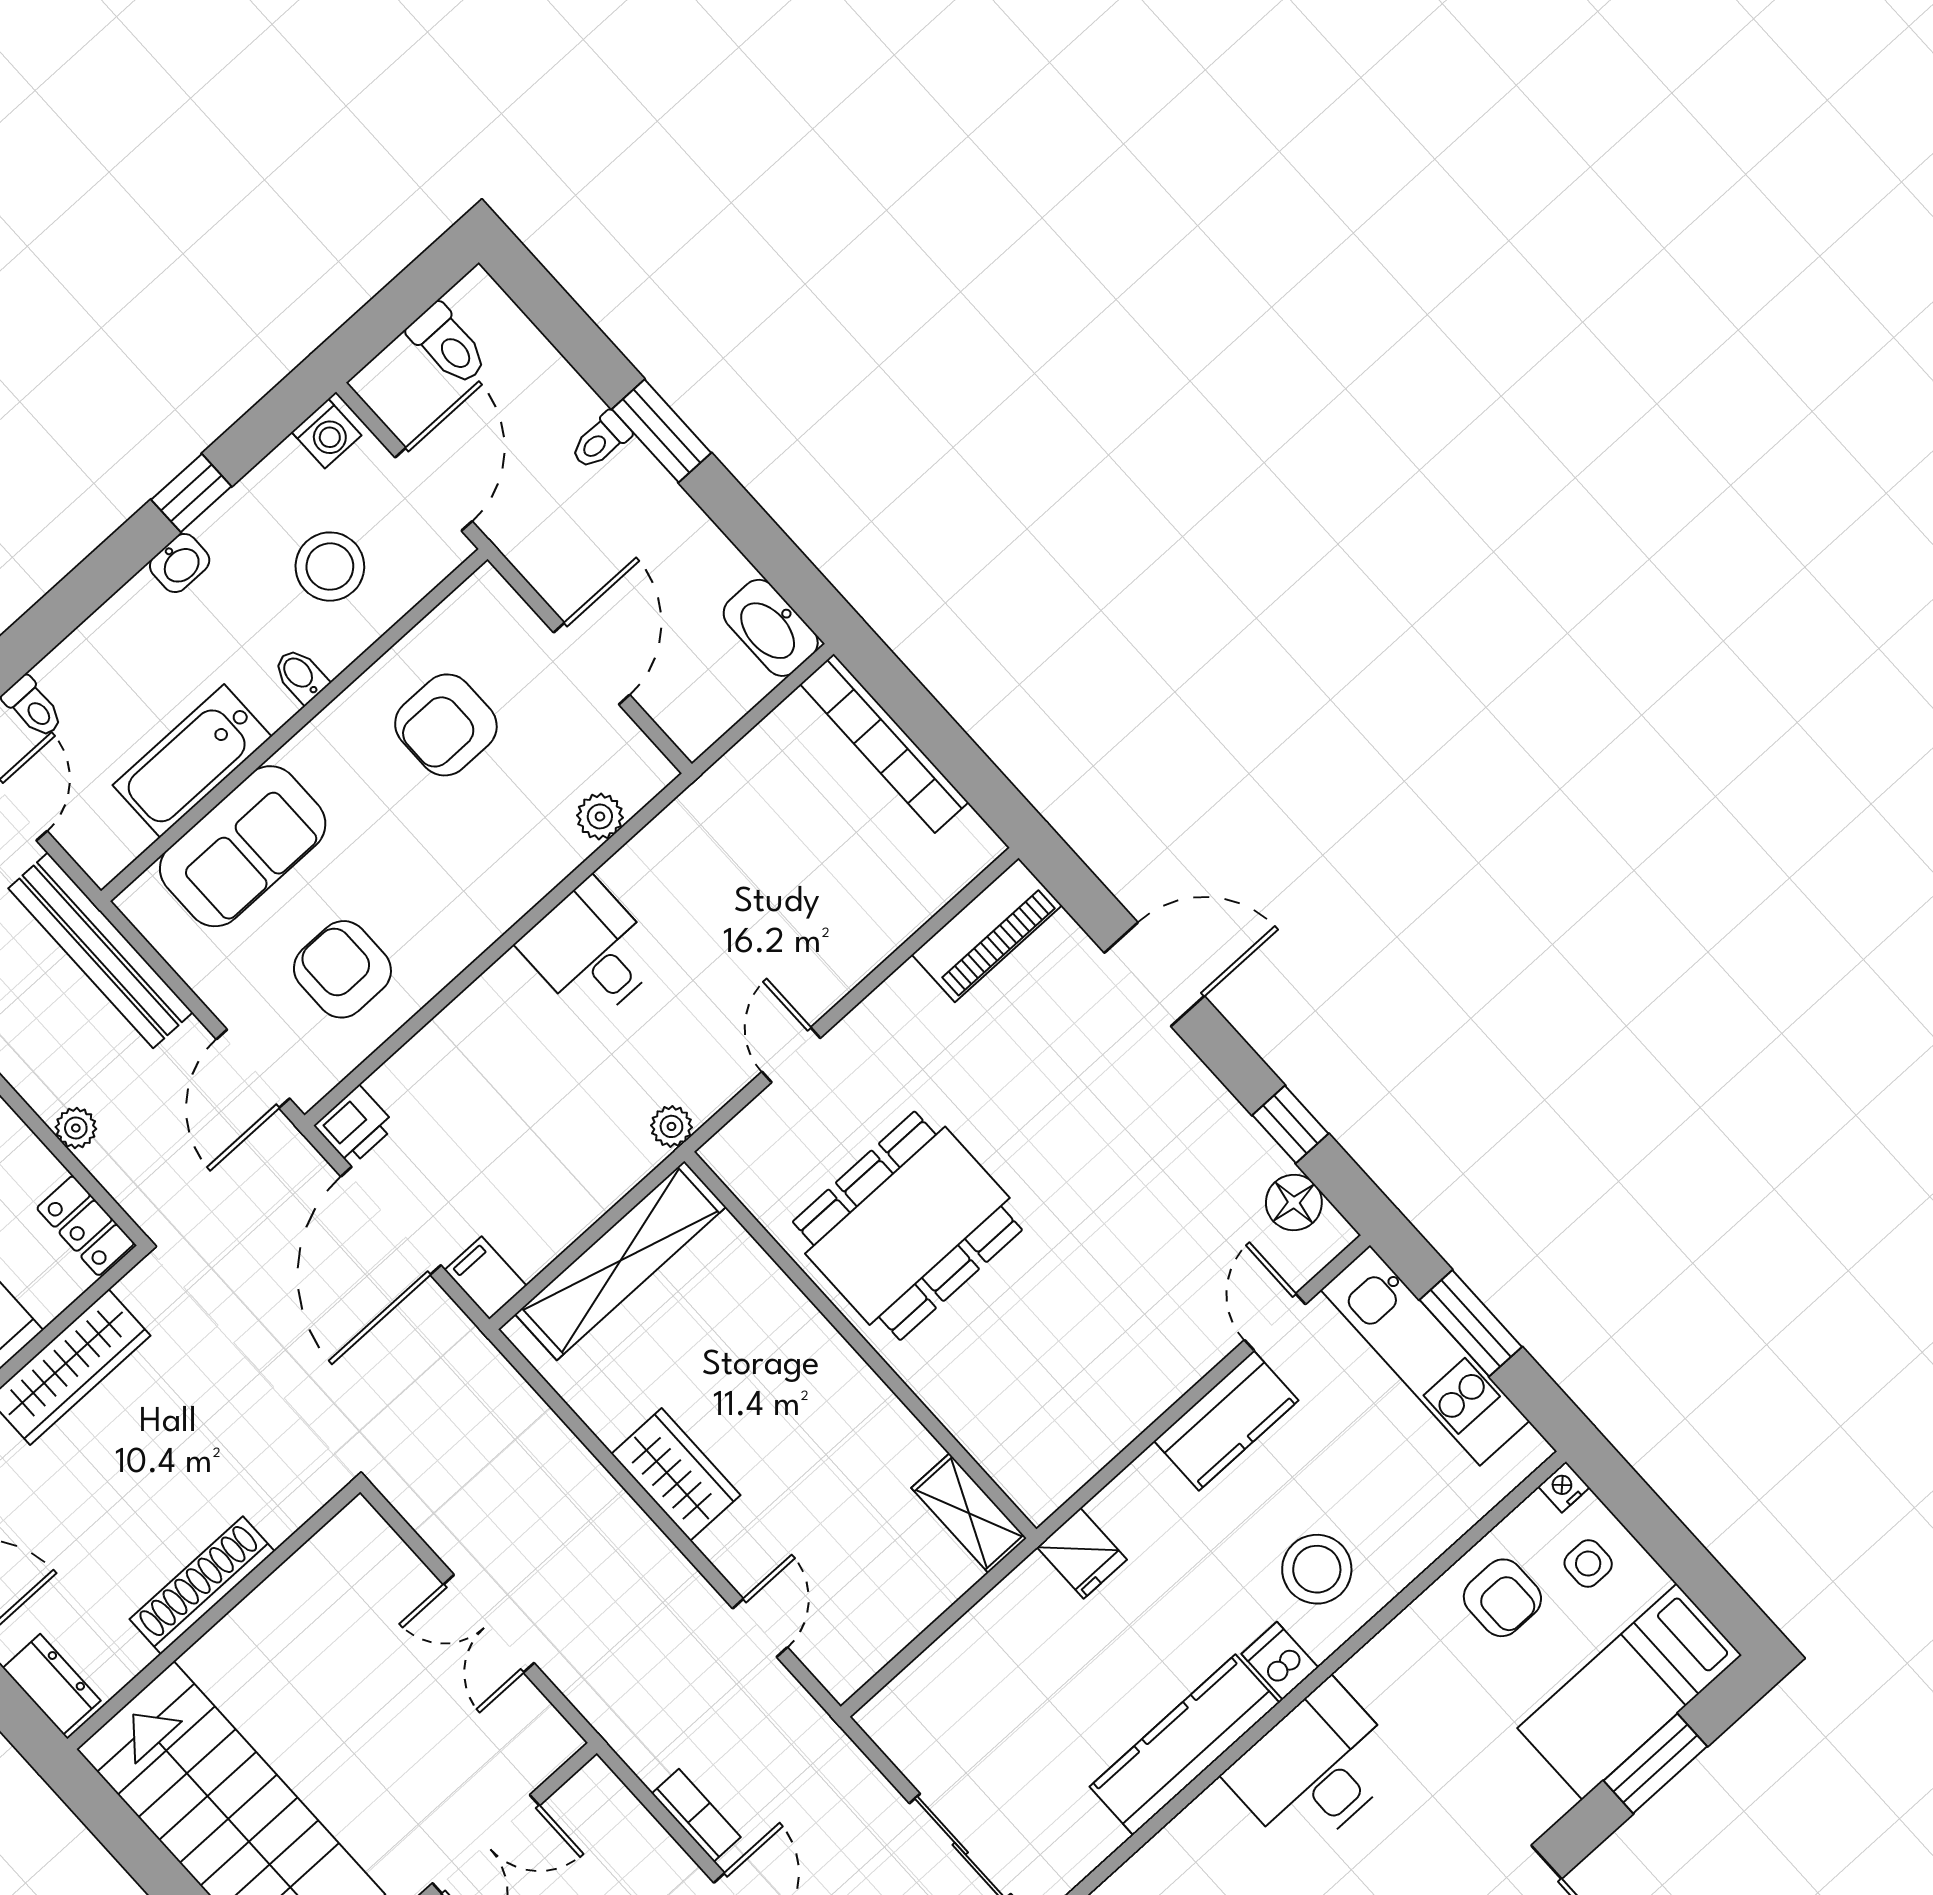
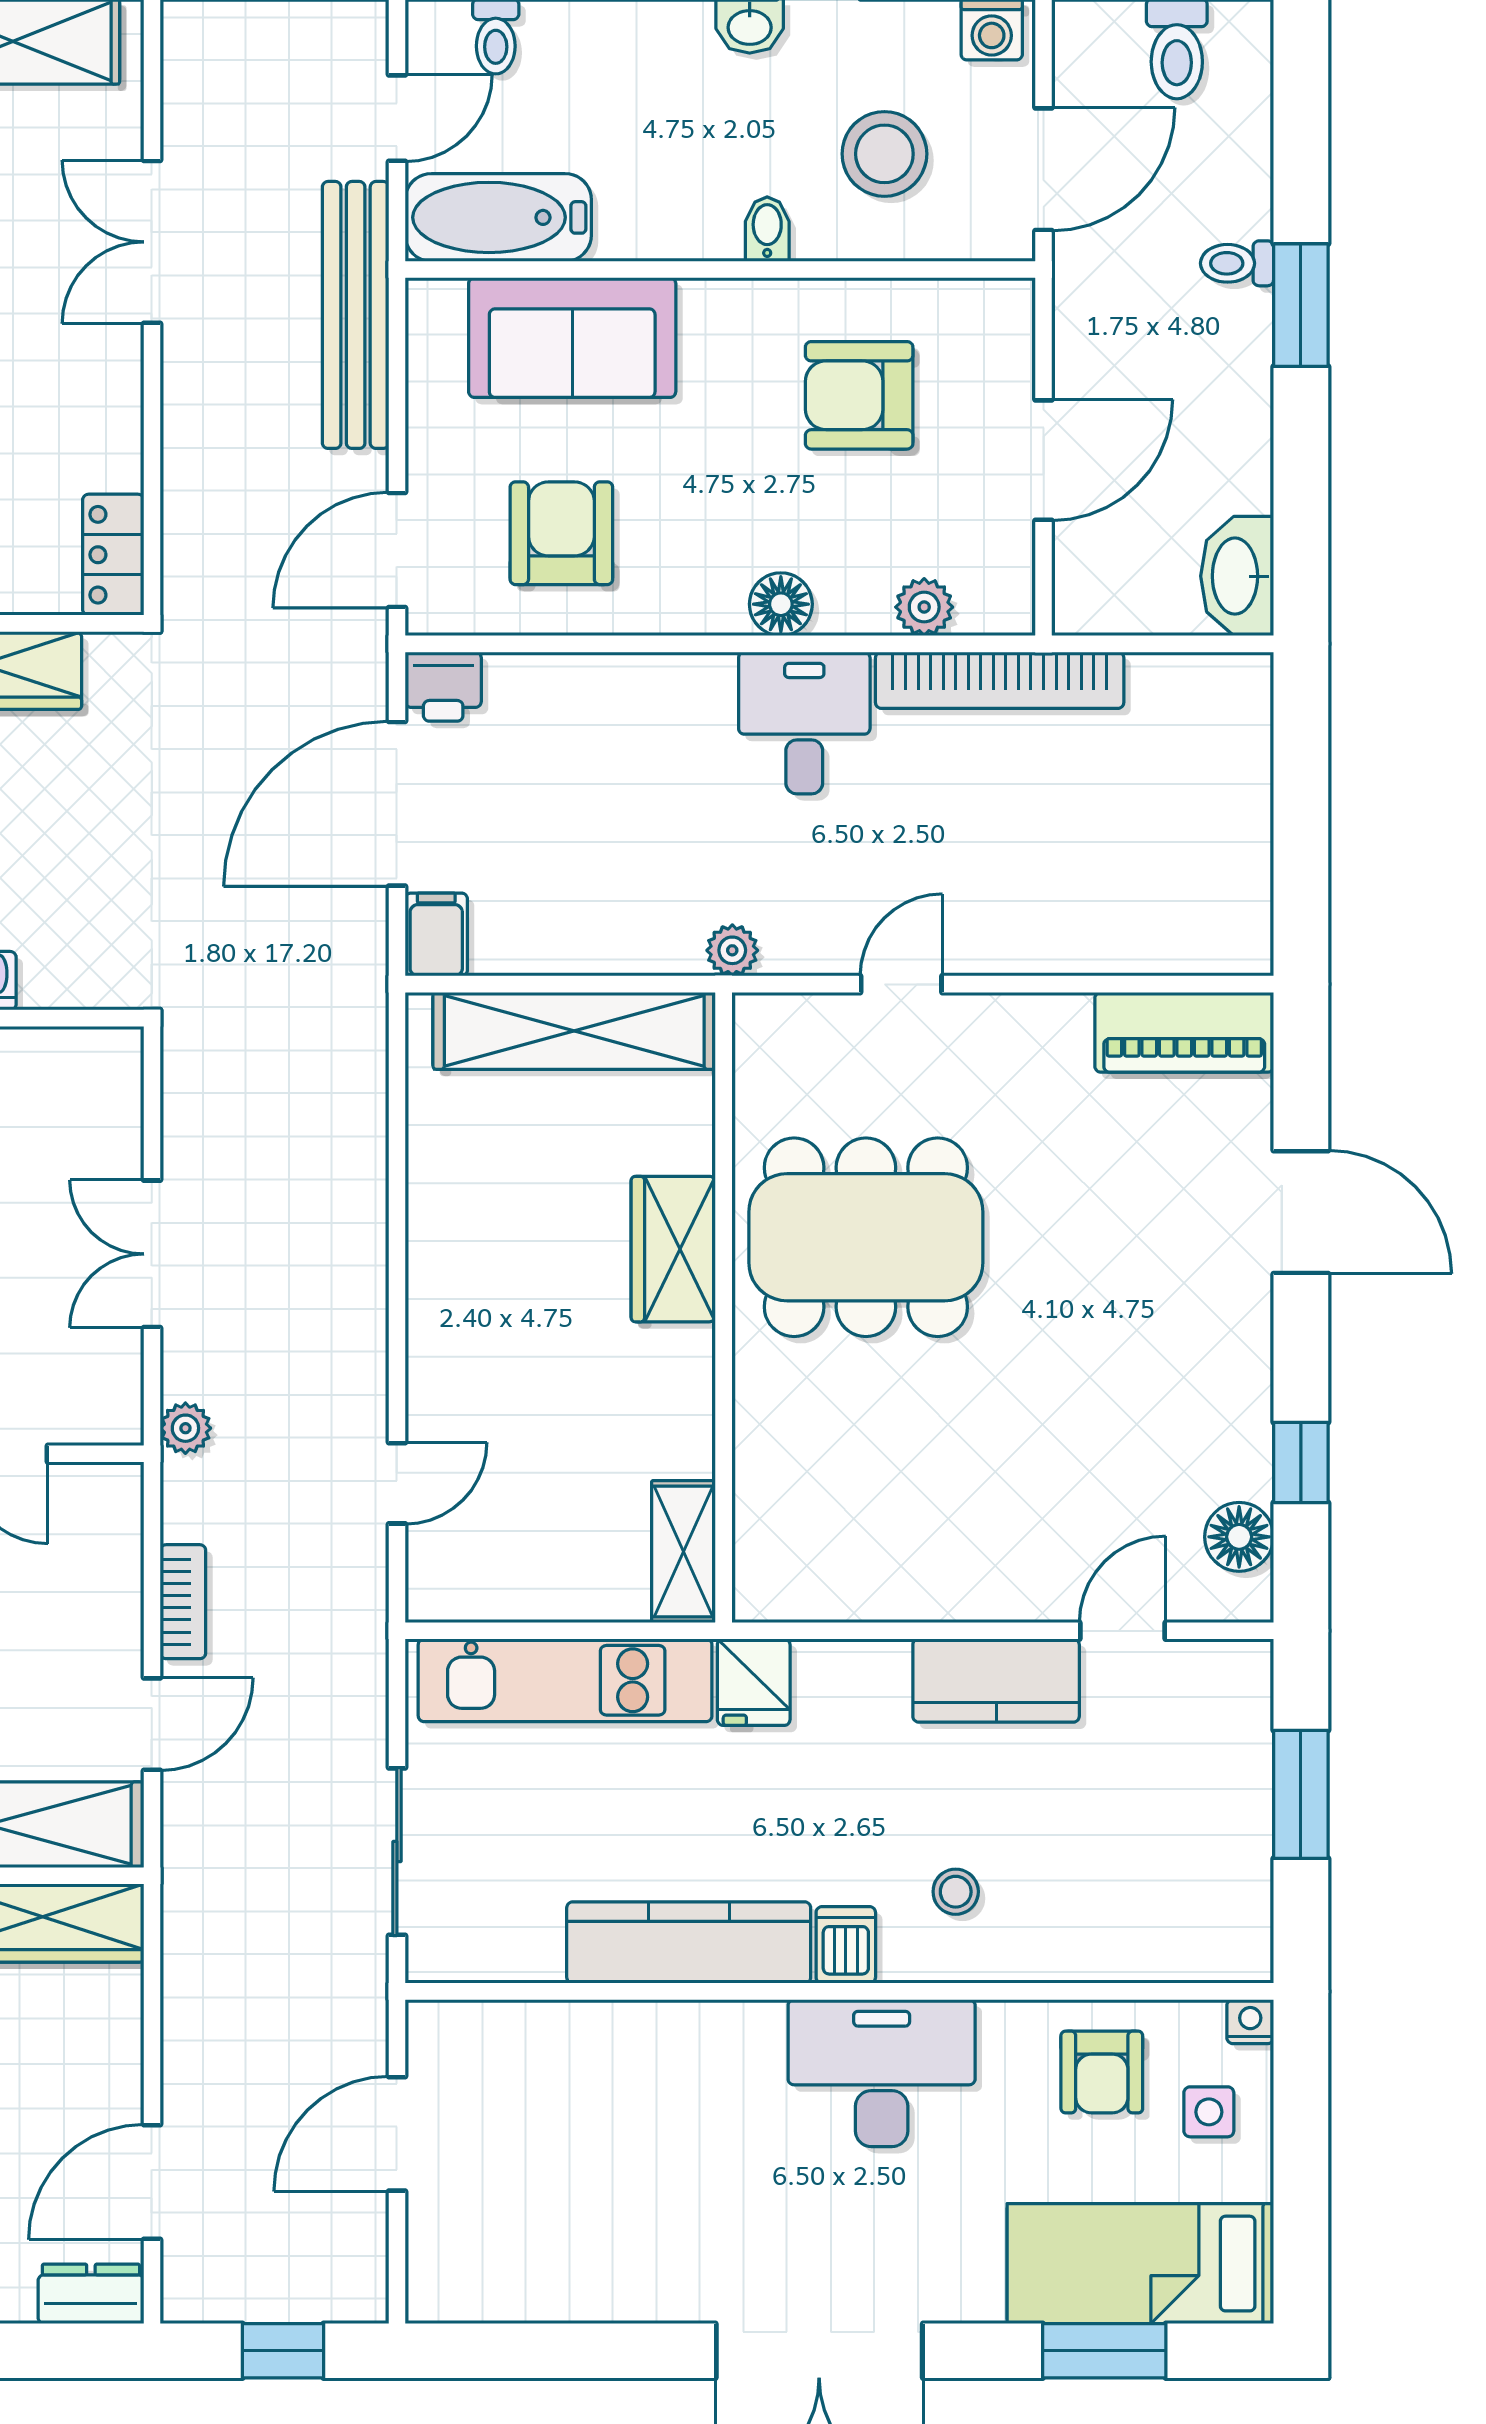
bookcase: (884, 743) -> (1000, 680), moved, turned -90
bathtub: (192, 761) -> (498, 217), moved
floor lamp: (513, 893) -> (781, 604), added
plant: (76, 1128) -> (185, 1428), moved
kitchen unit: (1425, 1355) -> (565, 1680), moved, turned -90
wardrobe: (676, 1474) -> (673, 1249), moved, turned 180
stool: (1317, 1569) -> (956, 1892), width x0.53, depth x0.53
desk: (1315, 1769) -> (882, 2073), moved

